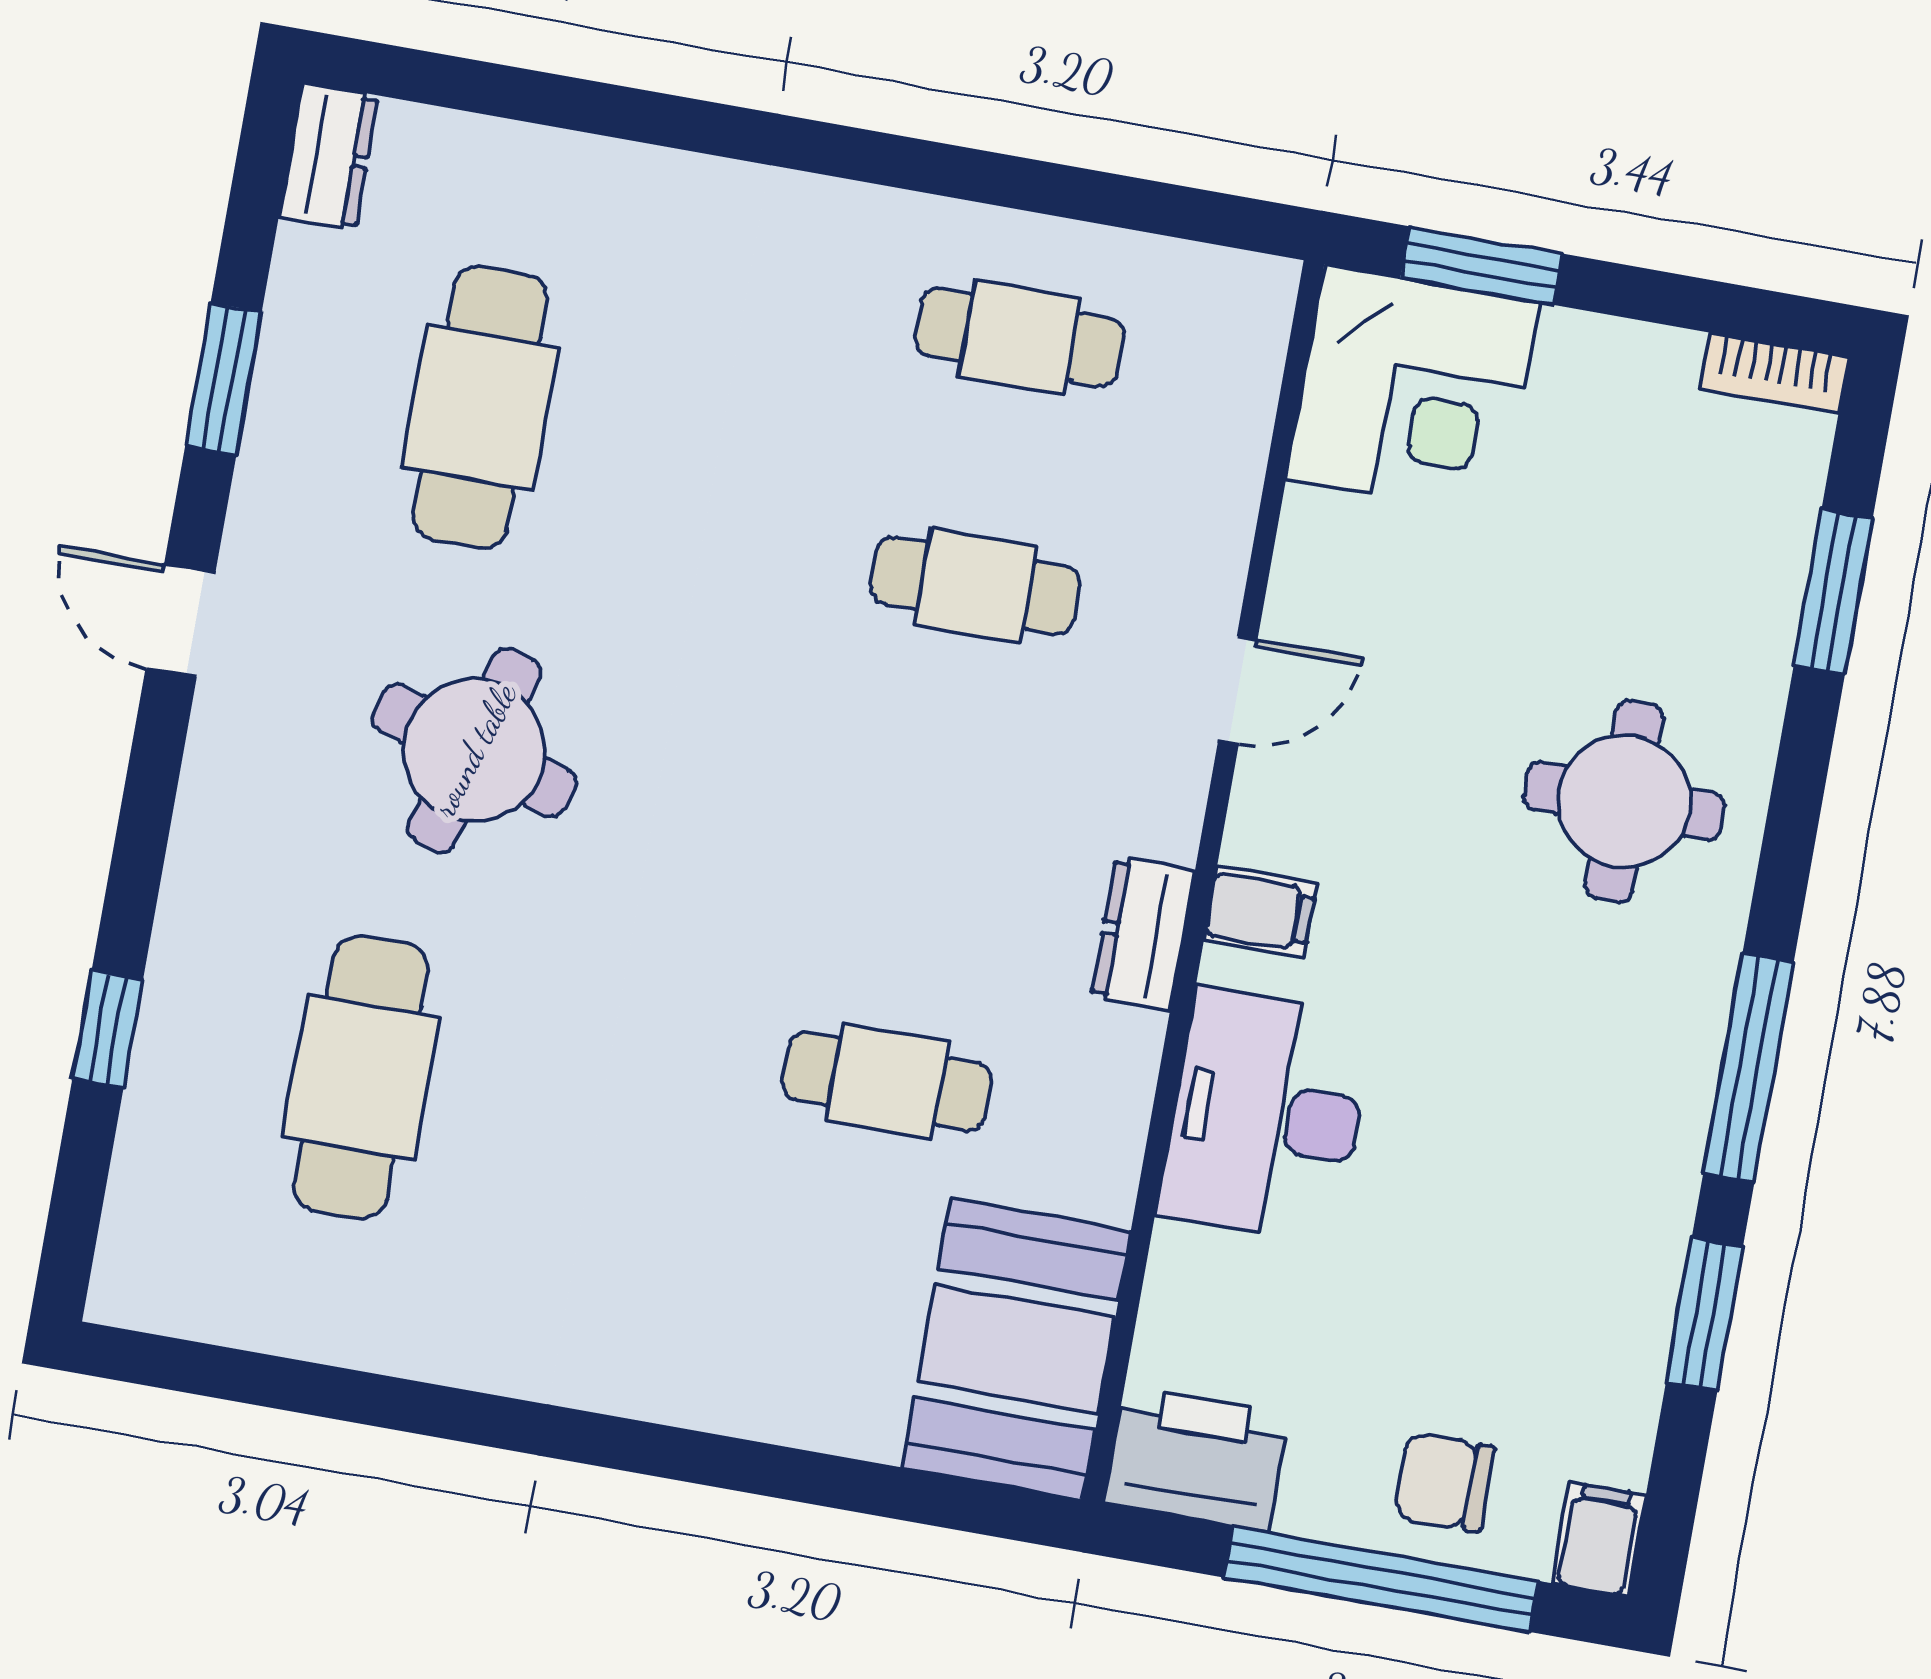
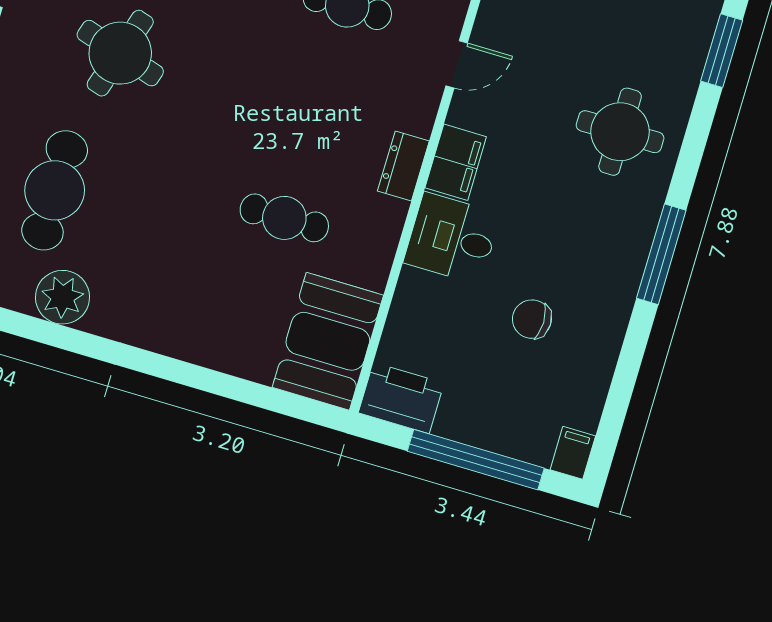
filing cabinet: (1260, 912) -> (456, 162), width x2.00
desk: (1266, 1116) -> (452, 238), width x0.73
window: (1705, 1314) -> (630, 360), removed
plant: (406, 1317) -> (62, 297), added
chair: (1444, 1482) -> (532, 319), moved

